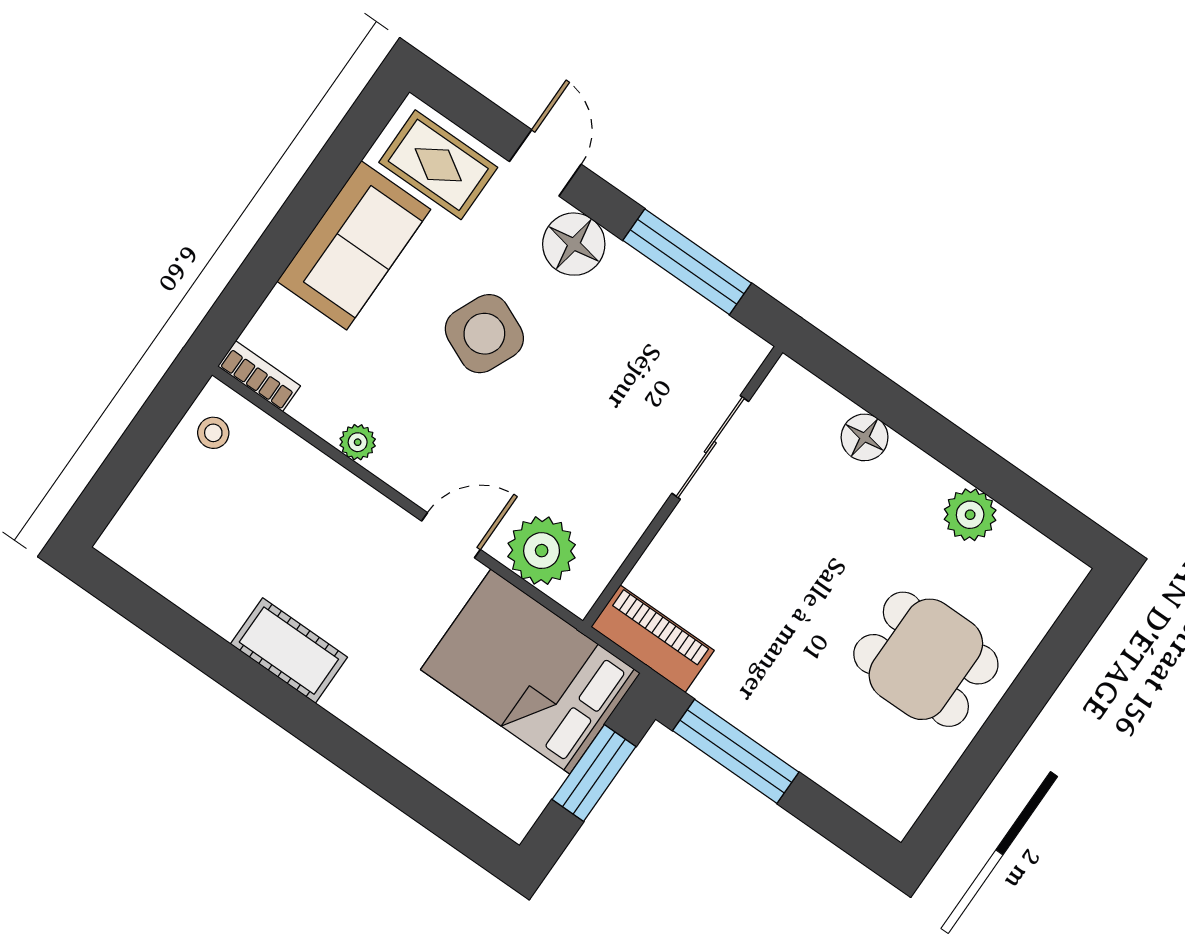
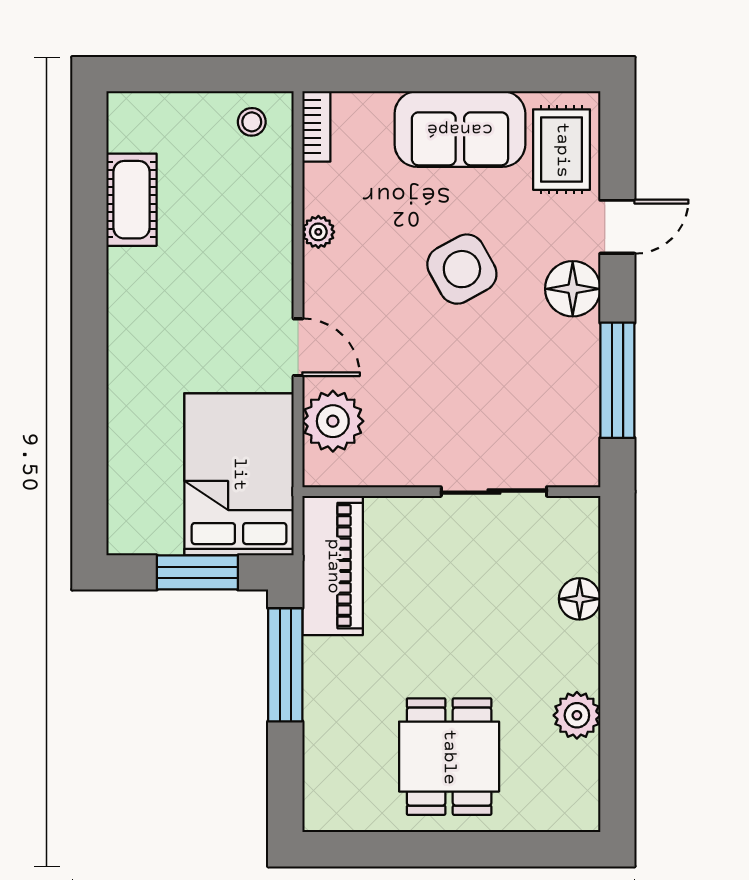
side table: (484, 334) -> (462, 269), turned 37
piano: (653, 639) -> (333, 566), width x1.37, depth x1.33
cot: (289, 651) -> (131, 200), moved

